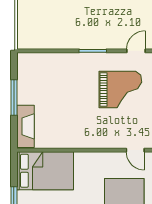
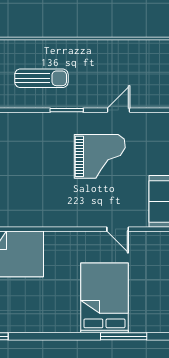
sun lounger: (72, 24) -> (41, 78), added

